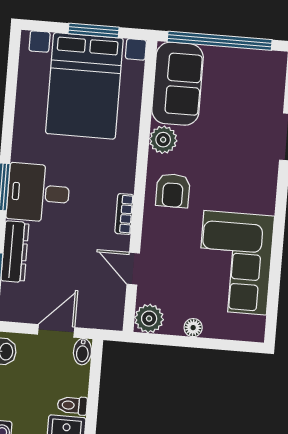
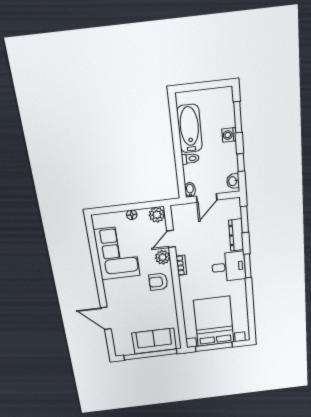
window: (94, 30) -> (214, 347), width x1.44
sofa: (178, 84) -> (154, 341), moved, turned 90
plant: (163, 140) -> (163, 257), moved
armchair: (173, 191) -> (158, 282), turned -90
door: (133, 269) -> (171, 239), swing flipped

